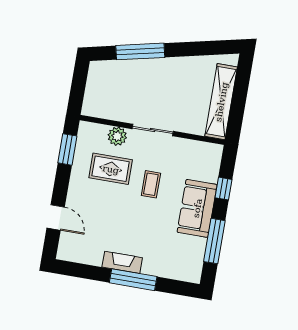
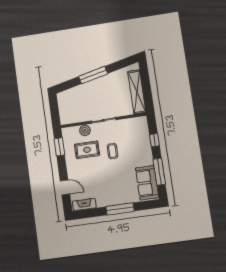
window: (140, 51) -> (93, 75), moved
sofa: (197, 208) -> (147, 183), moved
fireplace: (122, 262) -> (84, 205), moved

